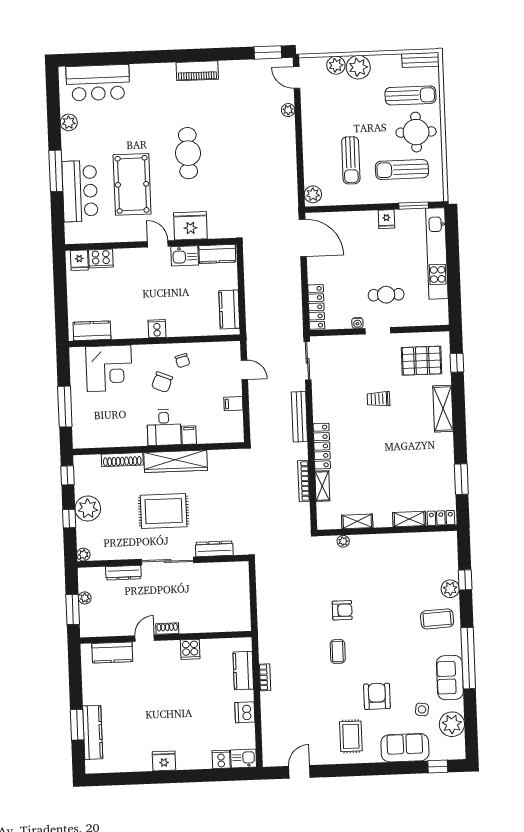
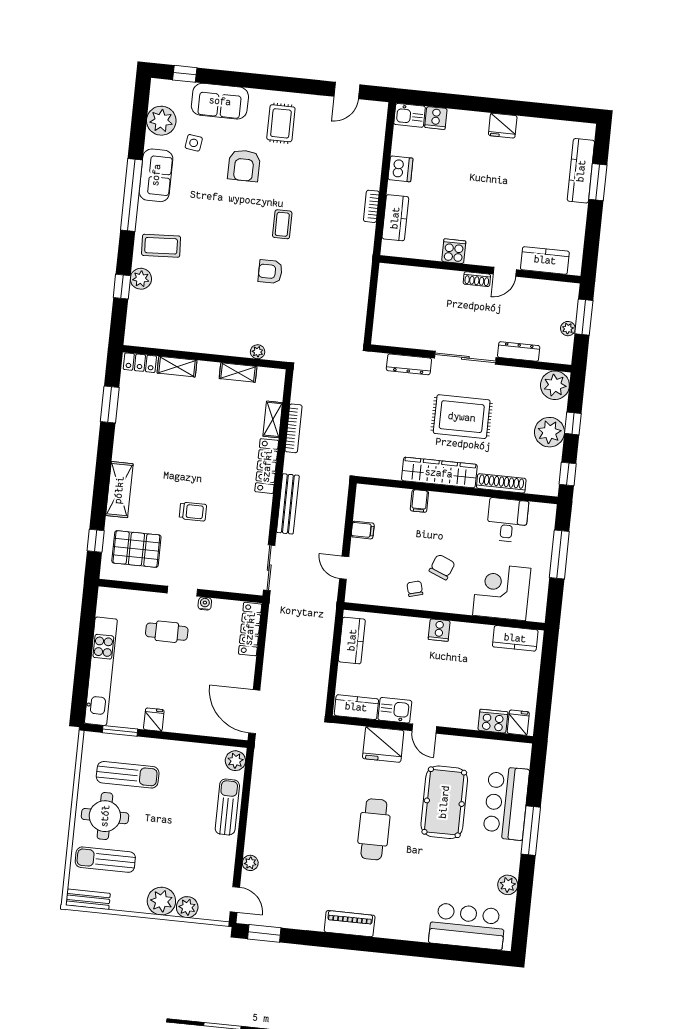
sun lounger: (351, 160) -> (227, 807), moved
desk: (164, 427) -> (507, 520), moved
plant: (83, 555) -> (555, 385), width x1.88, depth x1.88

